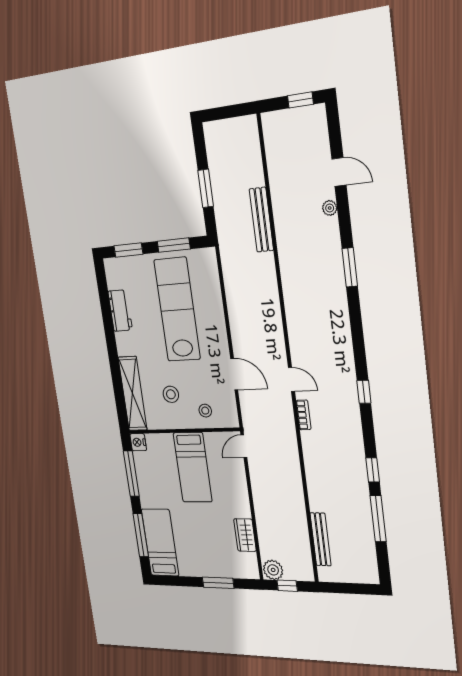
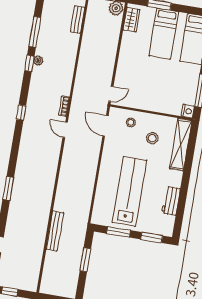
plant: (330, 208) -> (38, 60), moved
lab bench: (177, 310) -> (129, 191), turned 180
door: (234, 374) -> (106, 126), moved
bed: (193, 467) -> (164, 34), moved, turned 180
wardrobe: (245, 535) -> (131, 20), moved
bench: (321, 539) -> (78, 19), width x0.73

